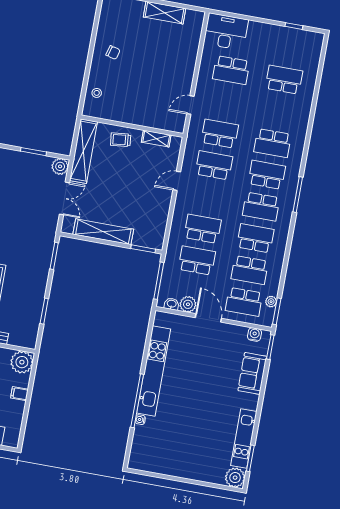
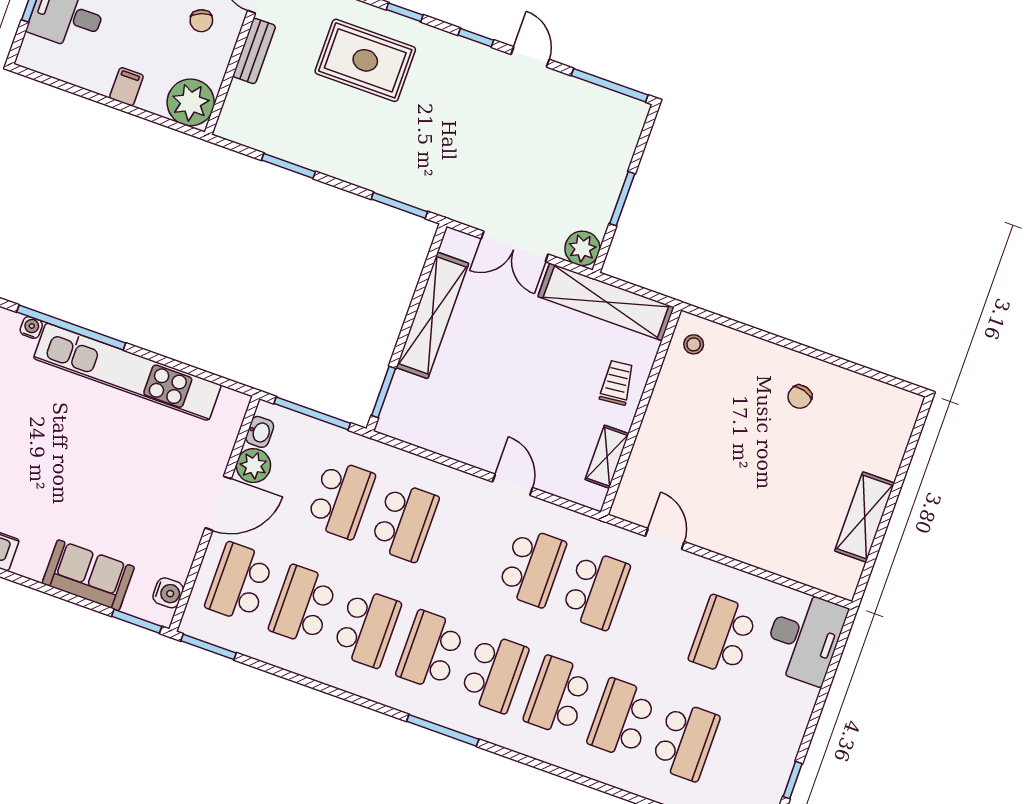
stool: (97, 93) -> (694, 344), moved
school desk: (278, 111) -> (622, 718), added
plant: (271, 302) -> (231, 638), removed

